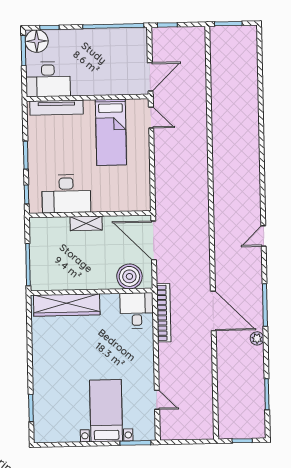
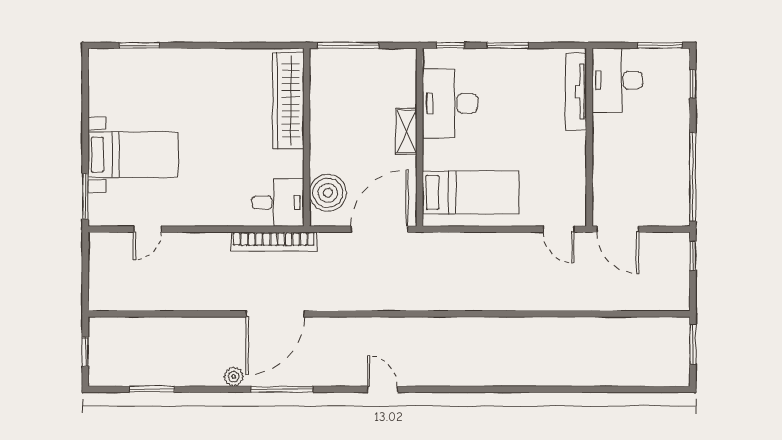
floor lamp: (37, 41) -> (673, 65), removed
door: (151, 117) -> (559, 229), hinge flipped
bed: (111, 132) -> (471, 192), moved, turned 180

